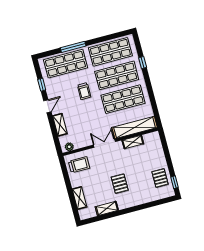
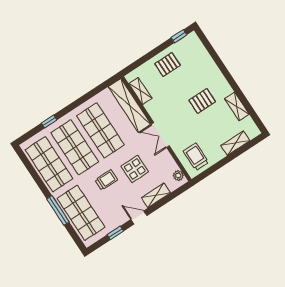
display table: (85, 115) -> (135, 169), added
shelving: (133, 142) -> (140, 91), moved
pallet: (160, 178) -> (168, 64), moved

